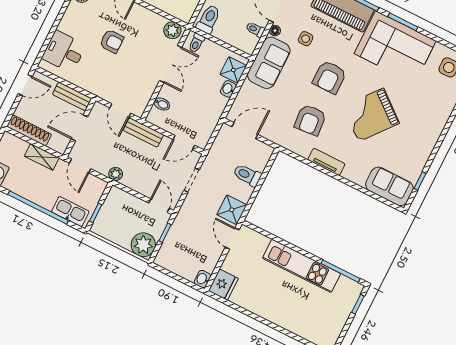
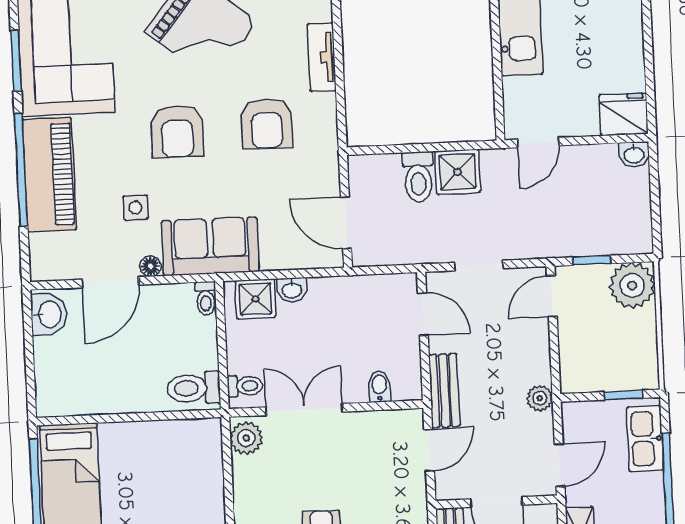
toilet: (255, 29) -> (206, 299), moved
armchair: (330, 77) -> (177, 131), turned 90
armchair: (310, 120) -> (267, 124), turned 95
shower: (232, 210) -> (458, 172), moved

